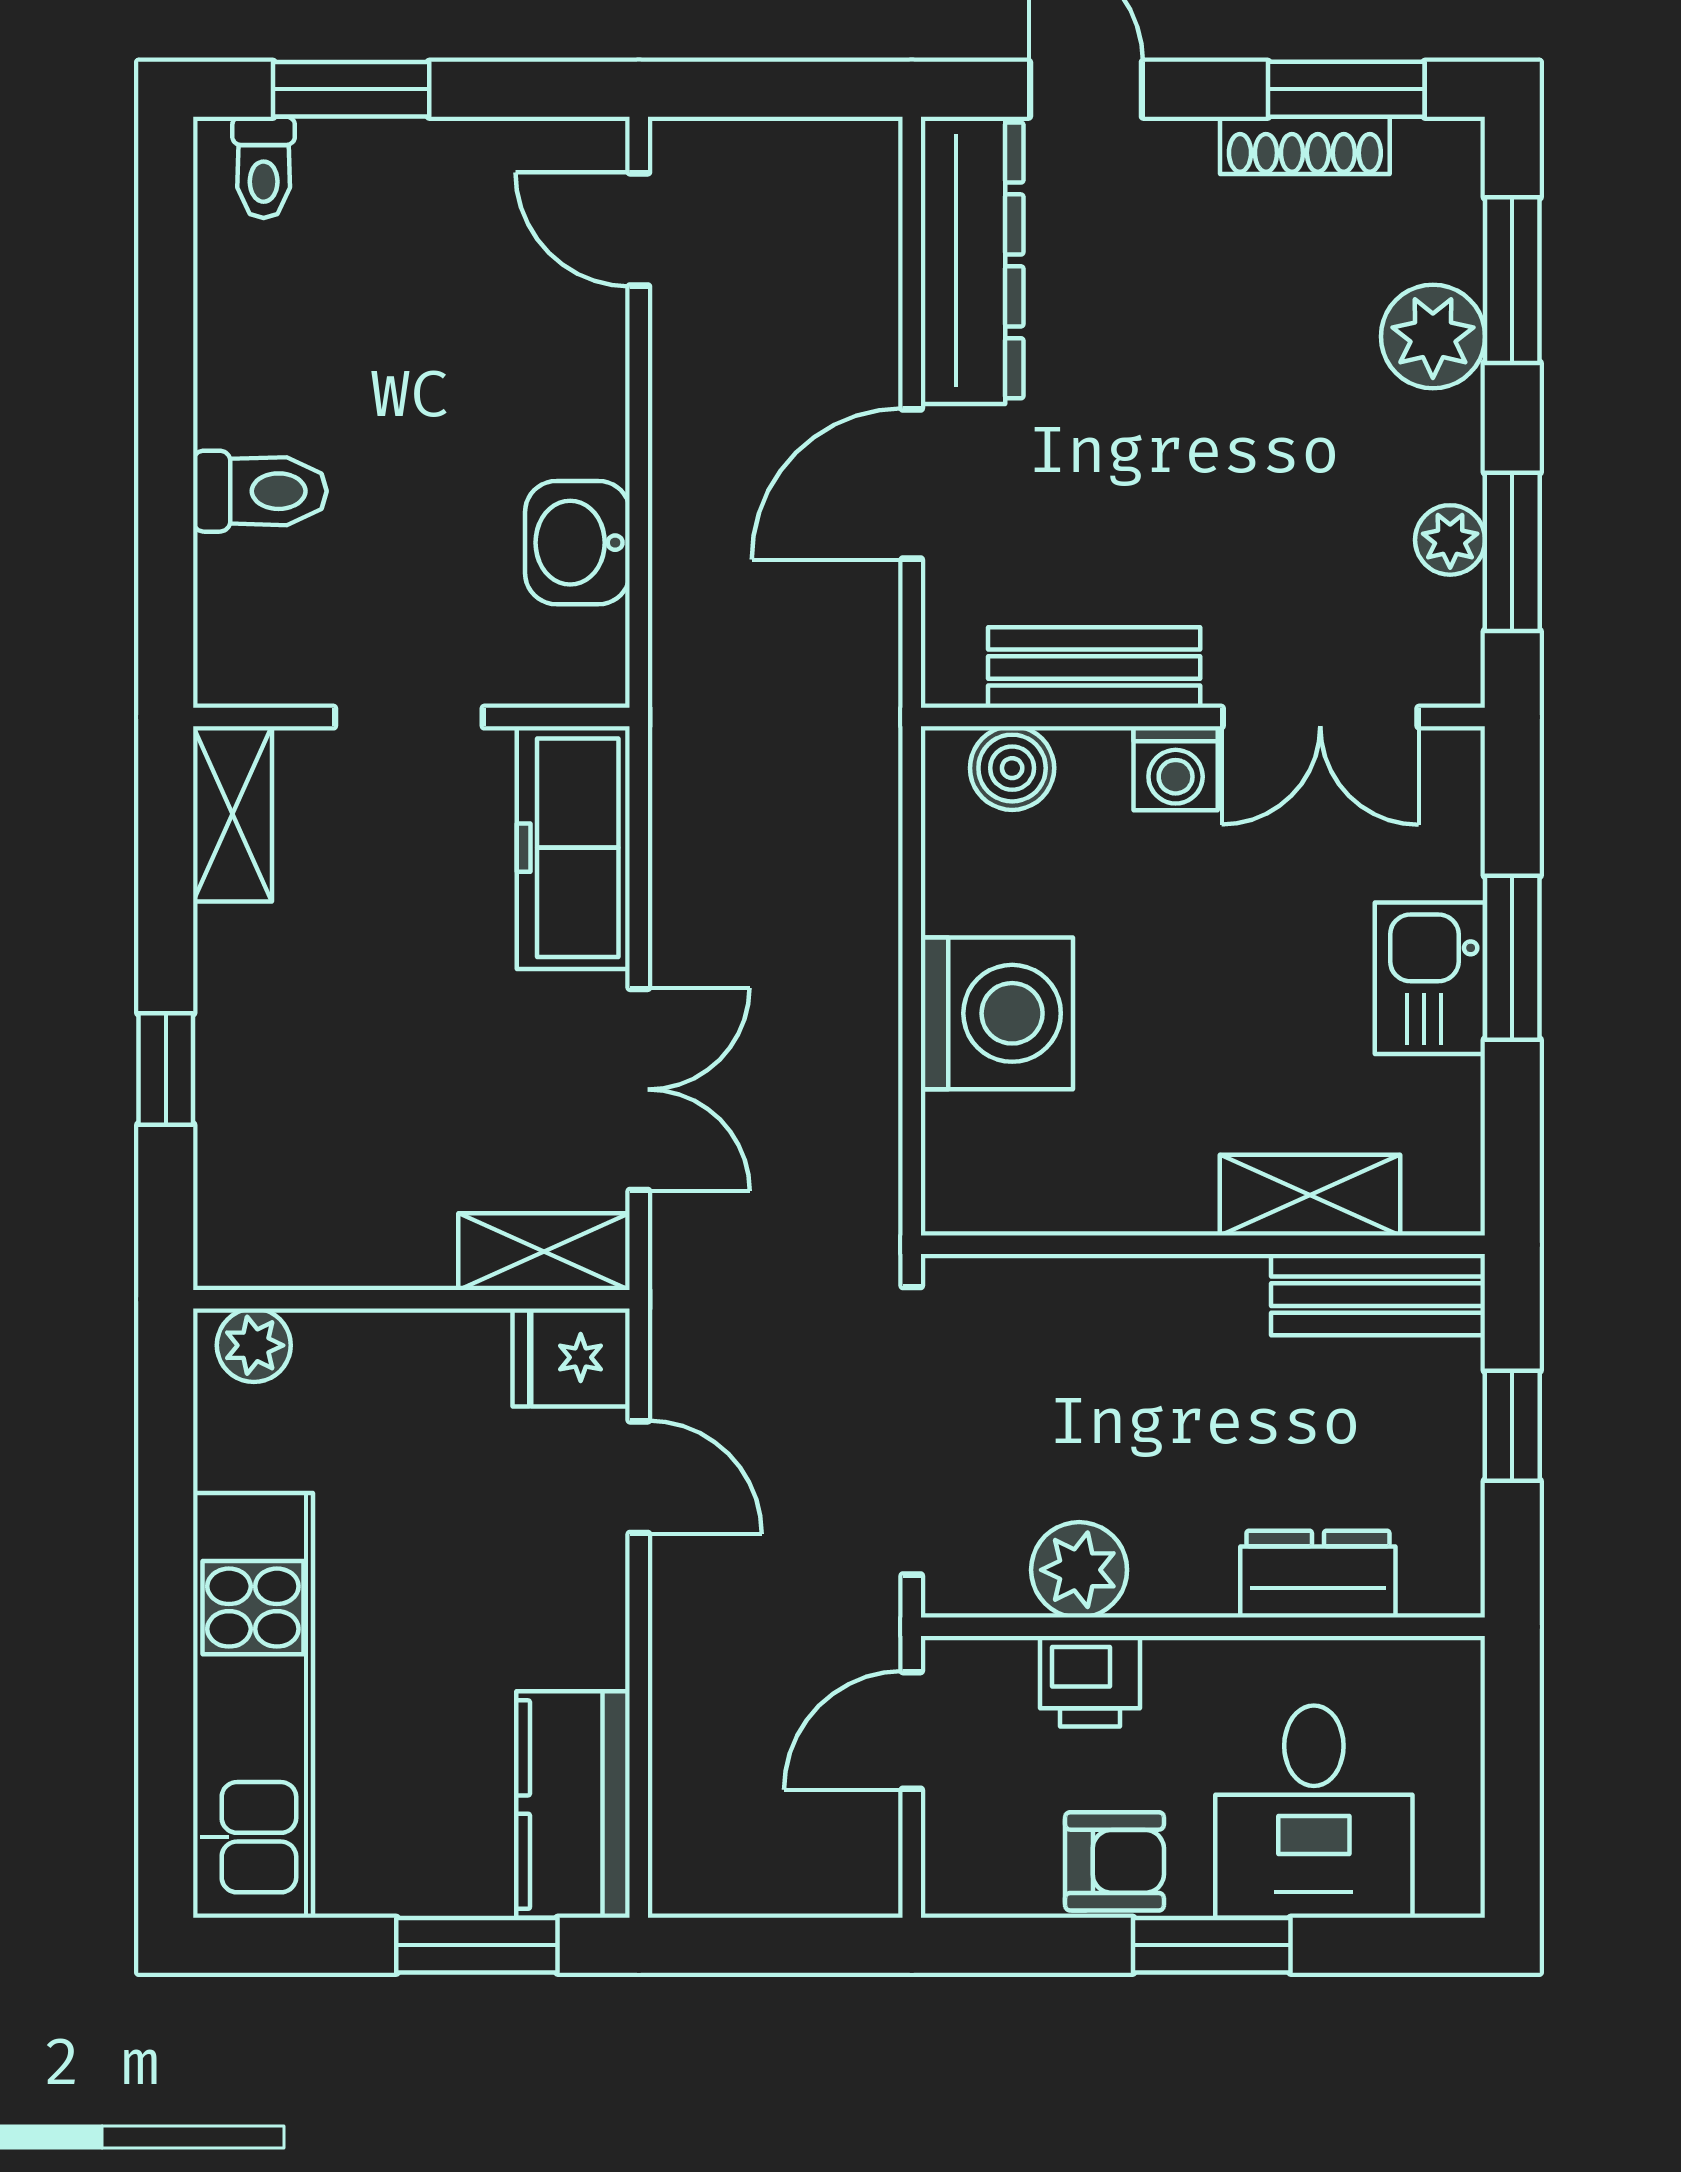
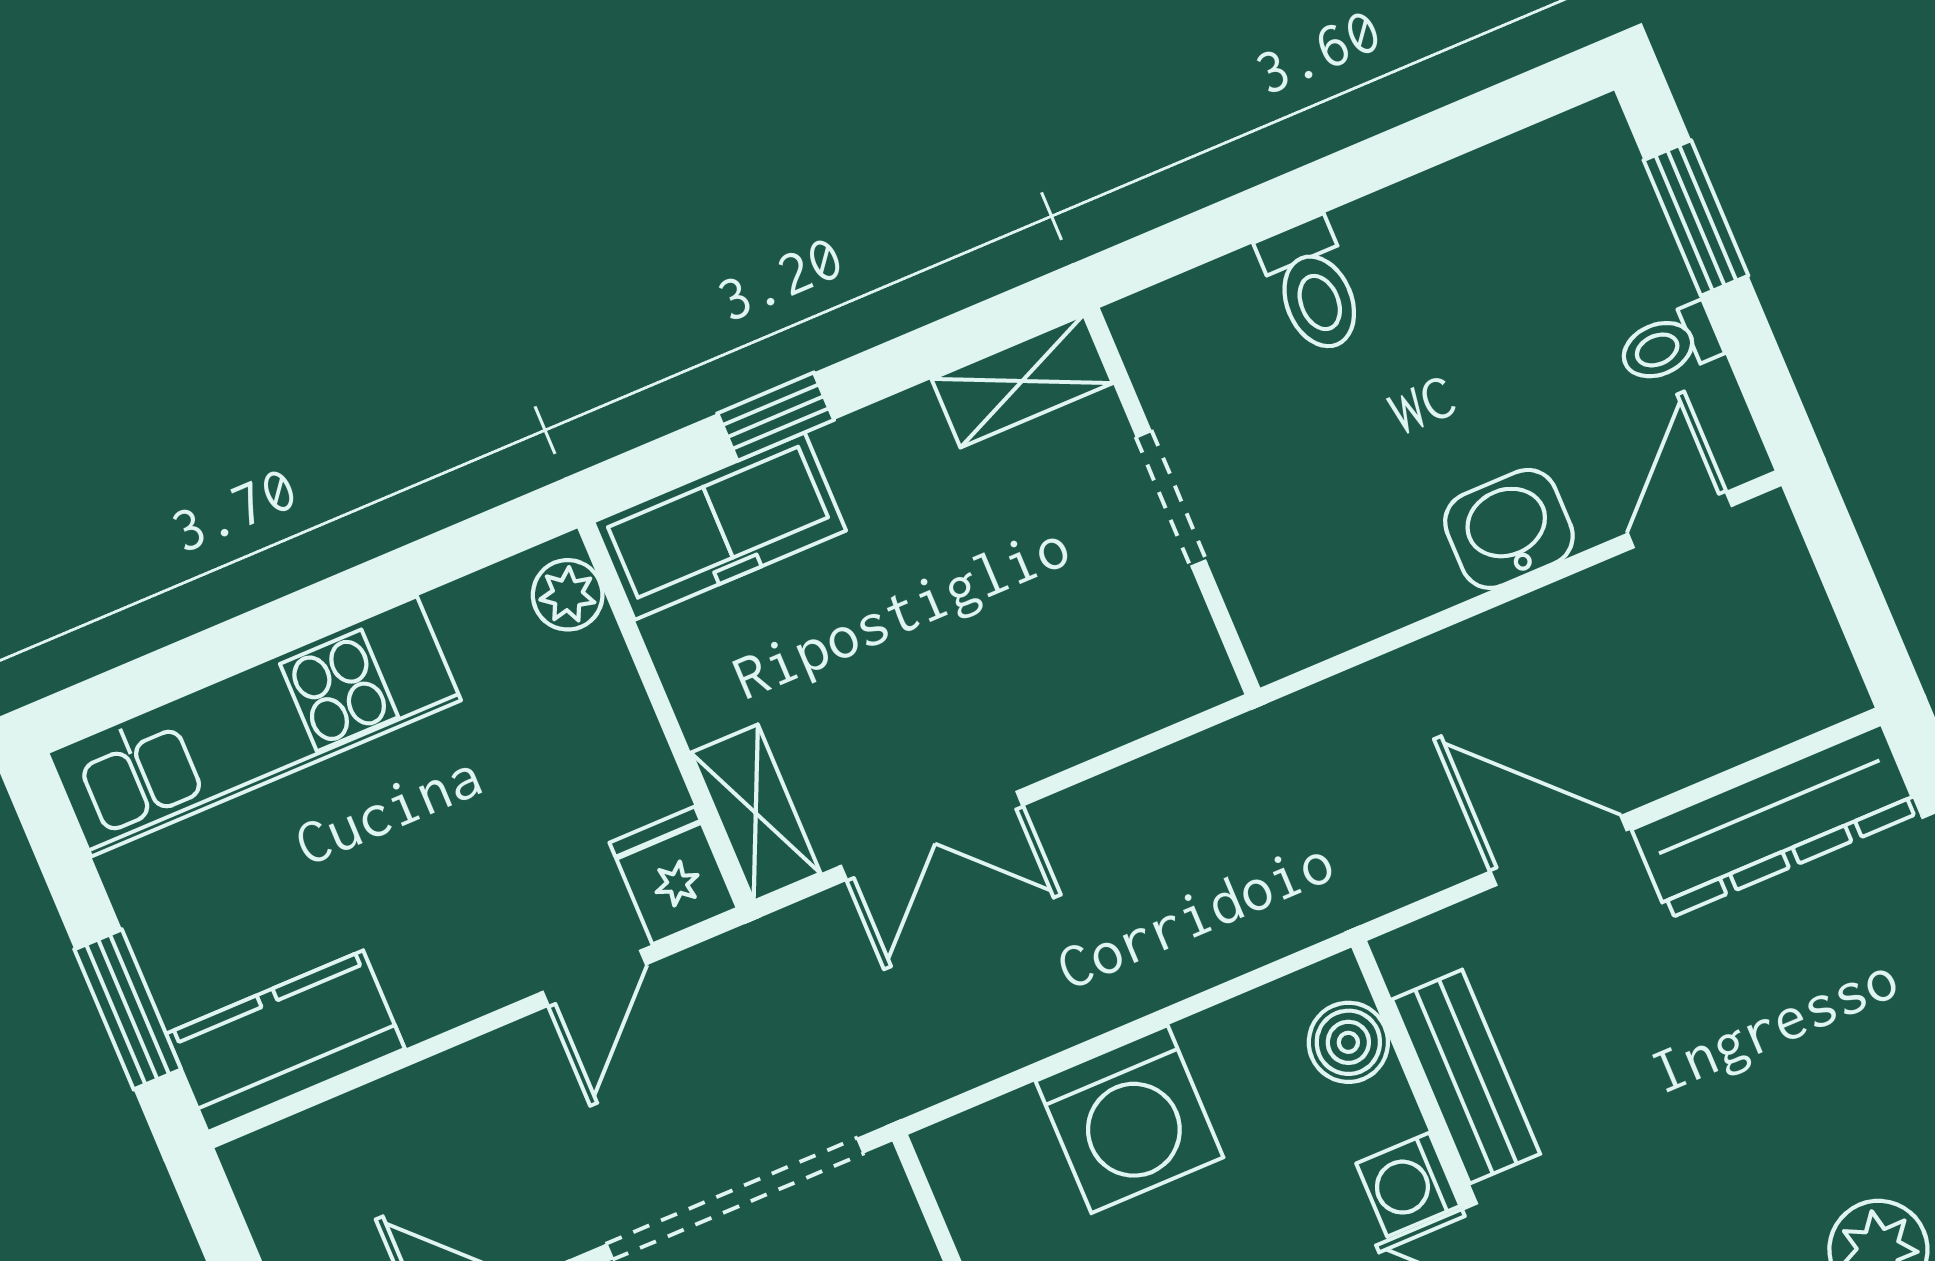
toilet: (264, 167) -> (1669, 345), moved
washbasin: (577, 543) -> (1509, 529), moved
freezer: (573, 848) -> (720, 526), moved, turned 180

